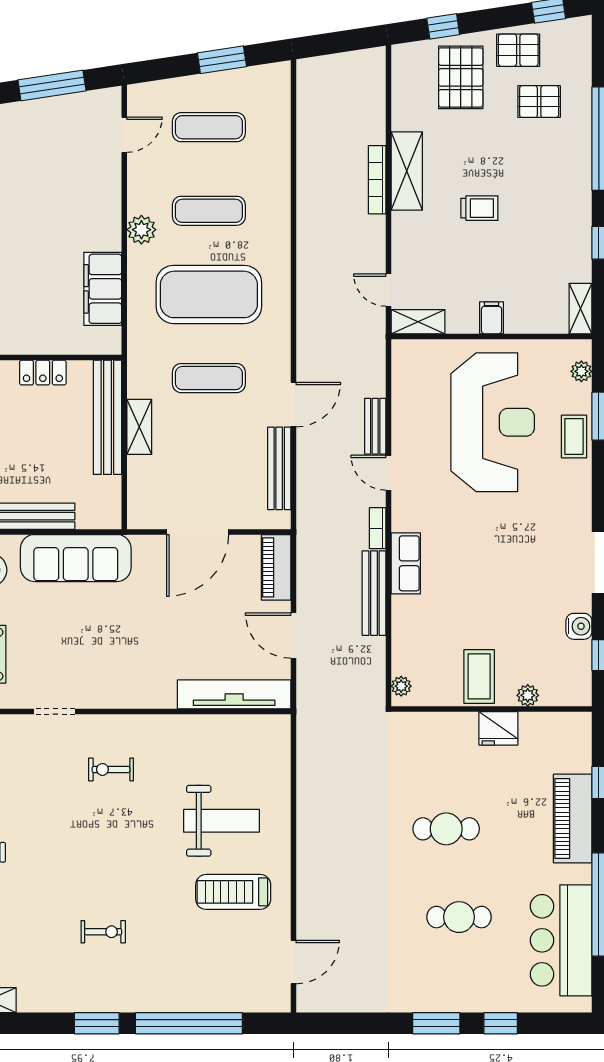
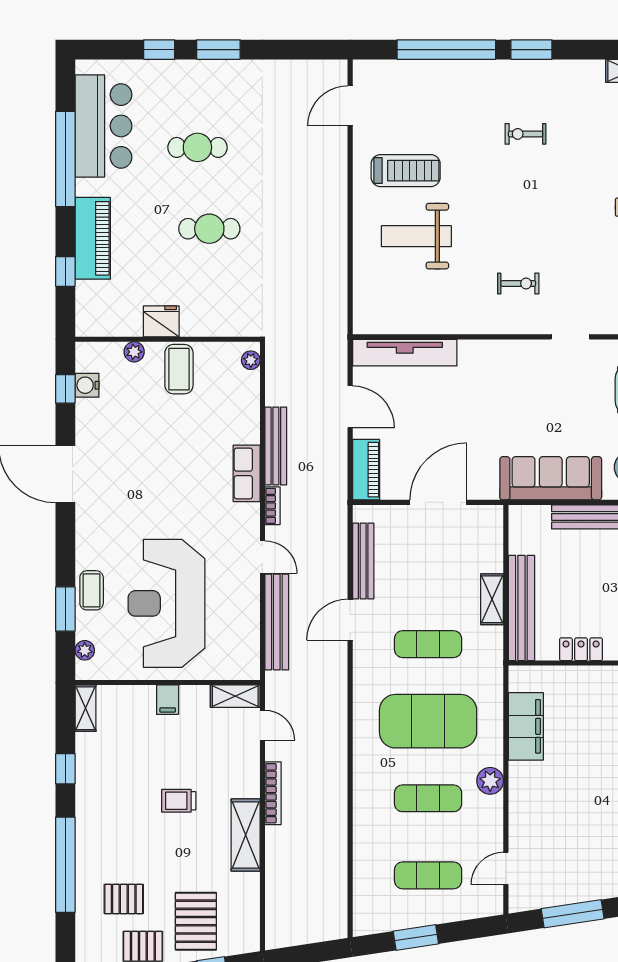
bookcase: (377, 180) -> (273, 793), moved
bench: (375, 426) -> (277, 622), width x1.86, depth x1.21
water cooler: (579, 626) -> (87, 385), moved

